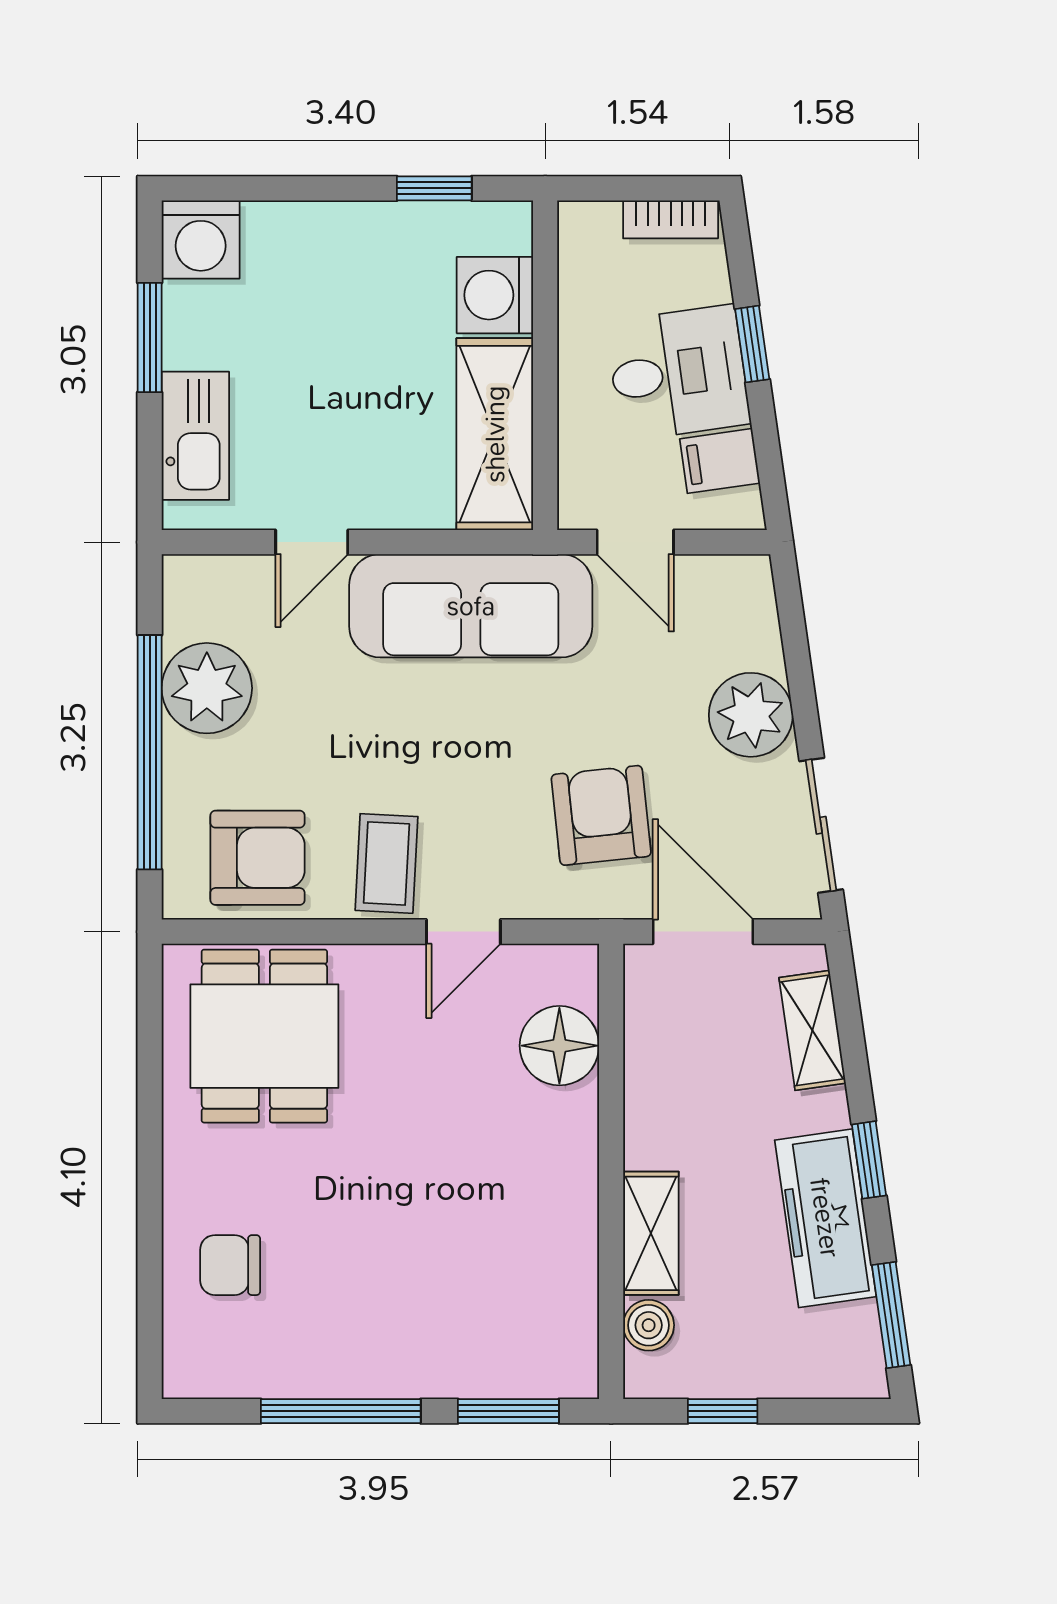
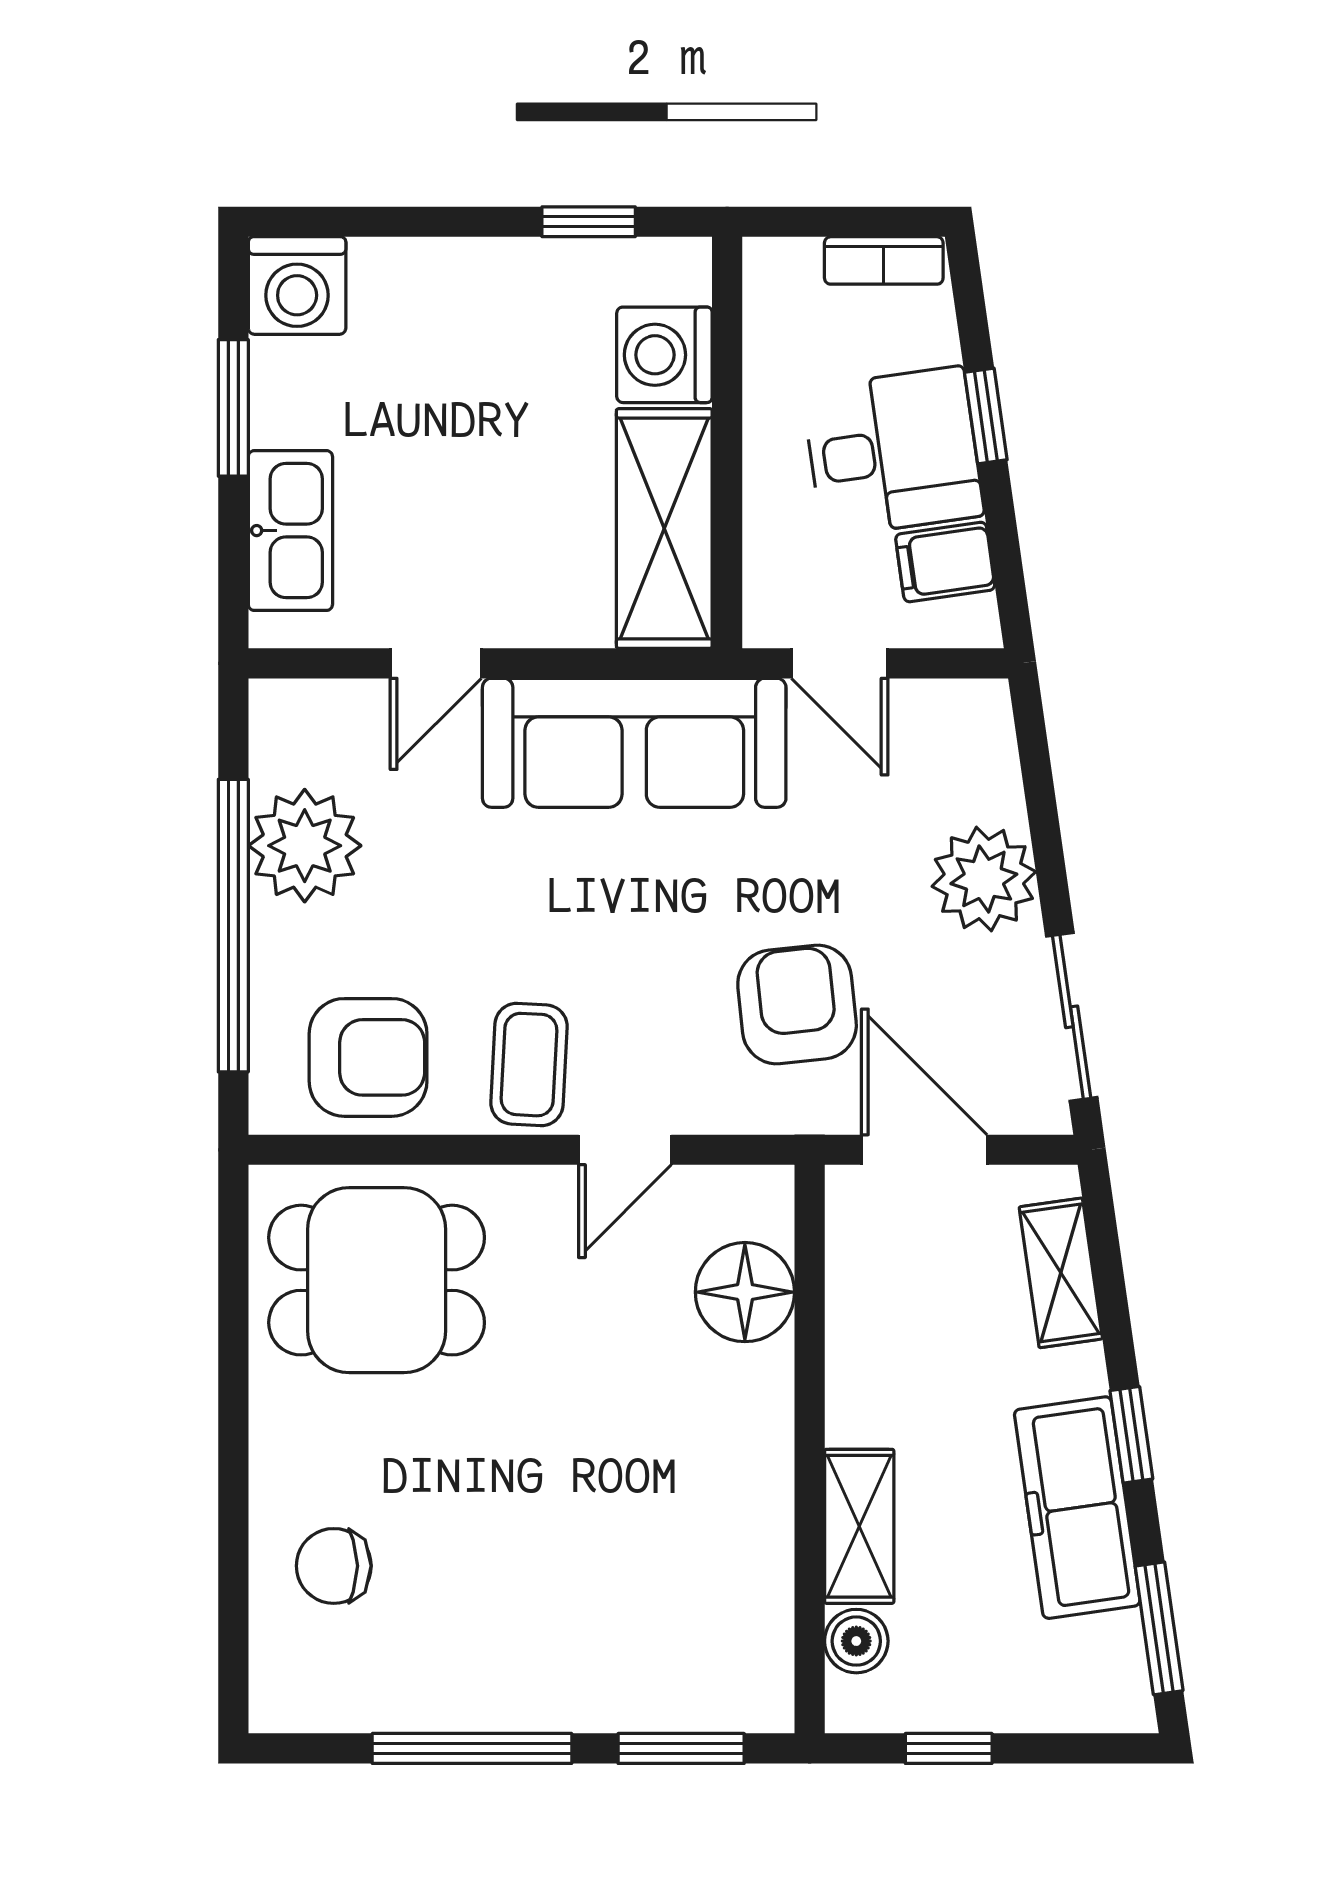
dining table: (264, 1036) -> (377, 1280), turned 90

